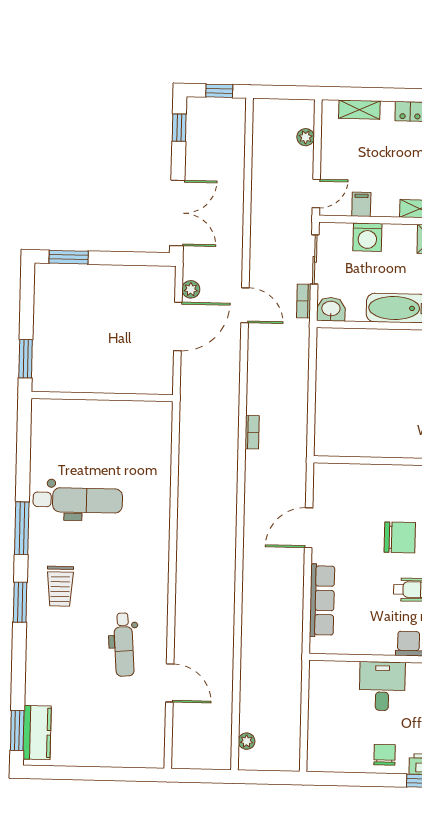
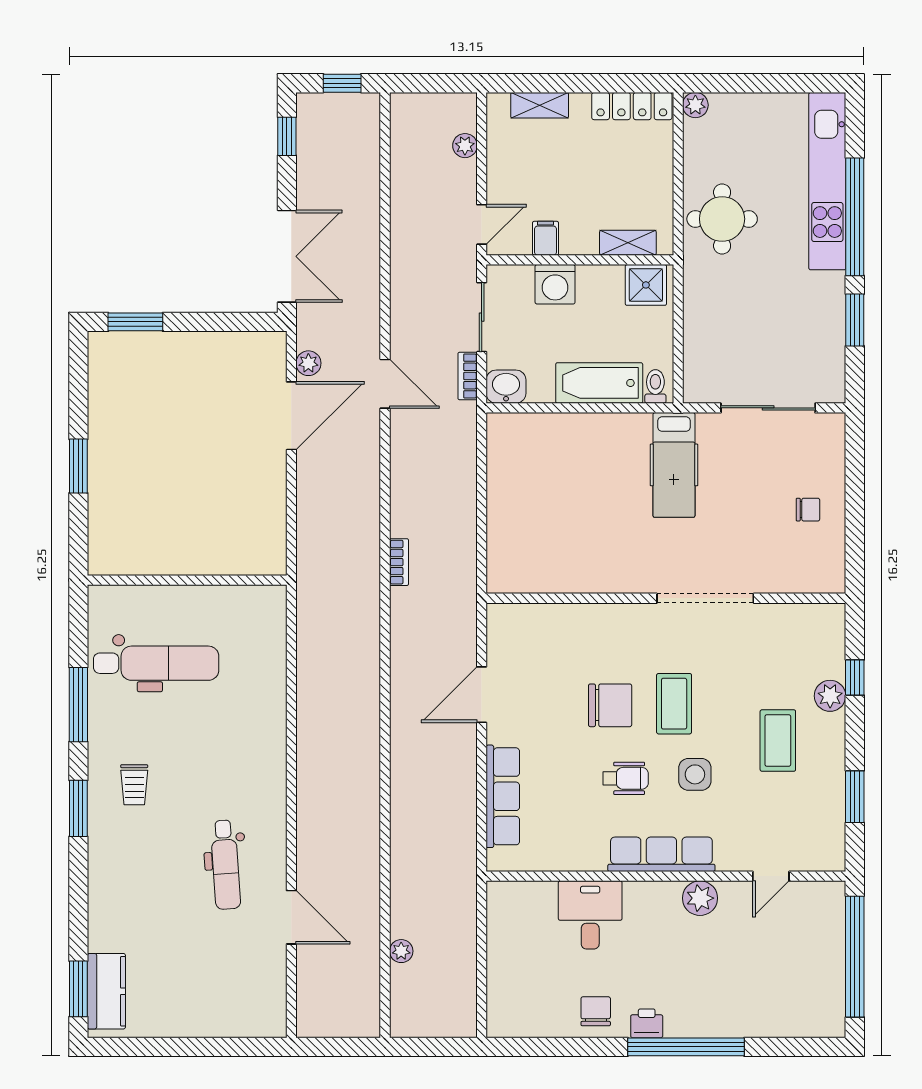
wall: (102, 397) -> (187, 580), moved
trolley: (60, 586) -> (134, 785), width x0.73, depth x0.72
plant: (247, 741) -> (401, 951), moved

